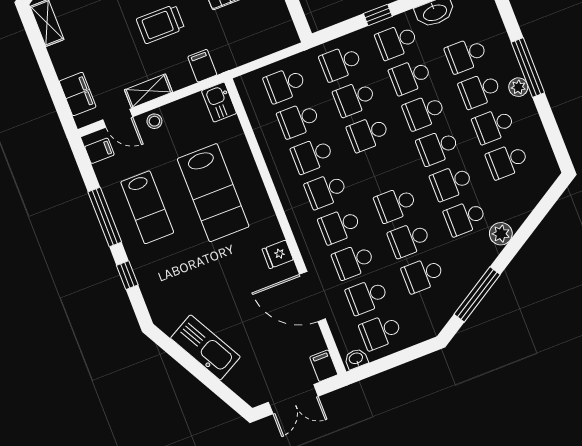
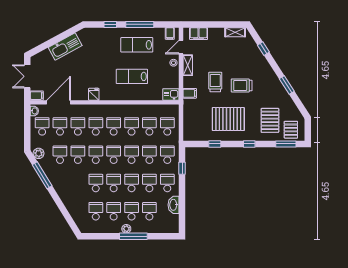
window: (378, 15) -> (182, 168), moved
lab bench: (213, 193) -> (132, 76), width x0.73, depth x0.72
school desk: (465, 218) -> (114, 155), moved
plant: (501, 234) -> (39, 153), moved
door: (312, 297) -> (59, 102), moved

